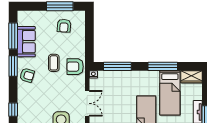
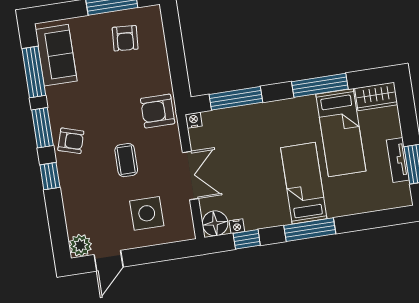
sofa: (26, 42) -> (56, 55), moved
coffee table: (54, 63) -> (126, 160), moved
window: (13, 110) -> (50, 176), moved

